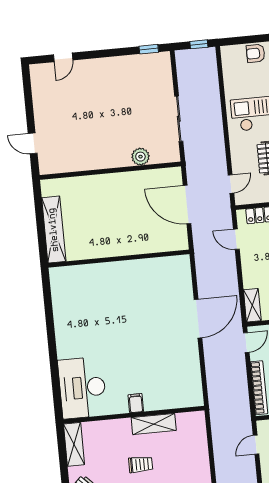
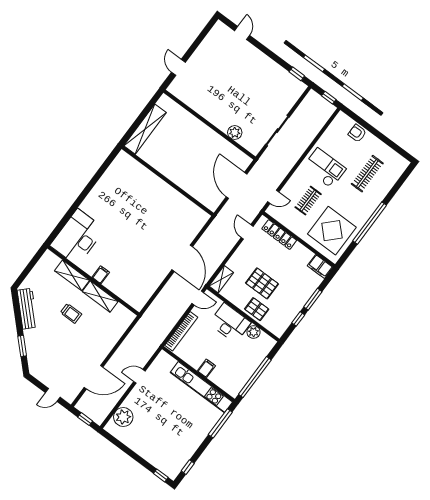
door: (63, 57) -> (242, 33), swing flipped
door: (198, 319) -> (182, 258), hinge flipped
shelving: (74, 444) -> (72, 275), moved, turned 90
door: (256, 445) -> (139, 376), moved

